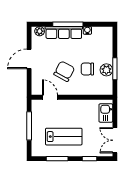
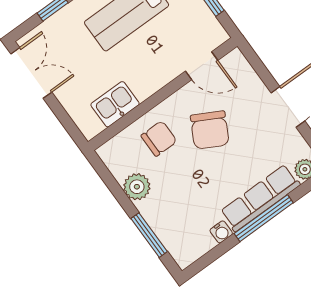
chair: (87, 69) -> (159, 138), moved
window: (115, 69) -> (149, 235), moved
kitchen sink: (106, 113) -> (115, 104), moved, turned -90

